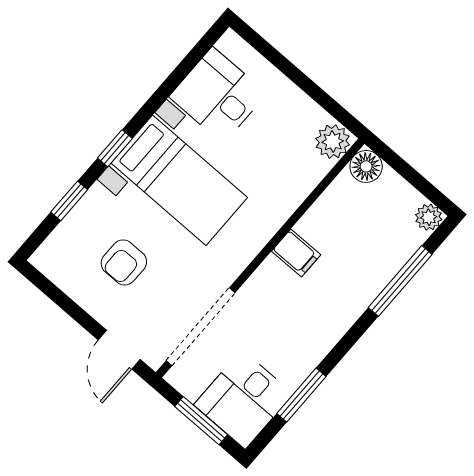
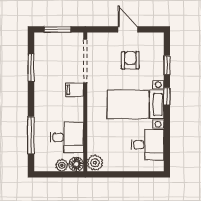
plant: (429, 217) -> (62, 165), moved
filing cabinet: (296, 253) -> (75, 90), moved
door: (119, 350) -> (128, 29), moved
desk: (243, 399) -> (67, 137), moved, turned 90

